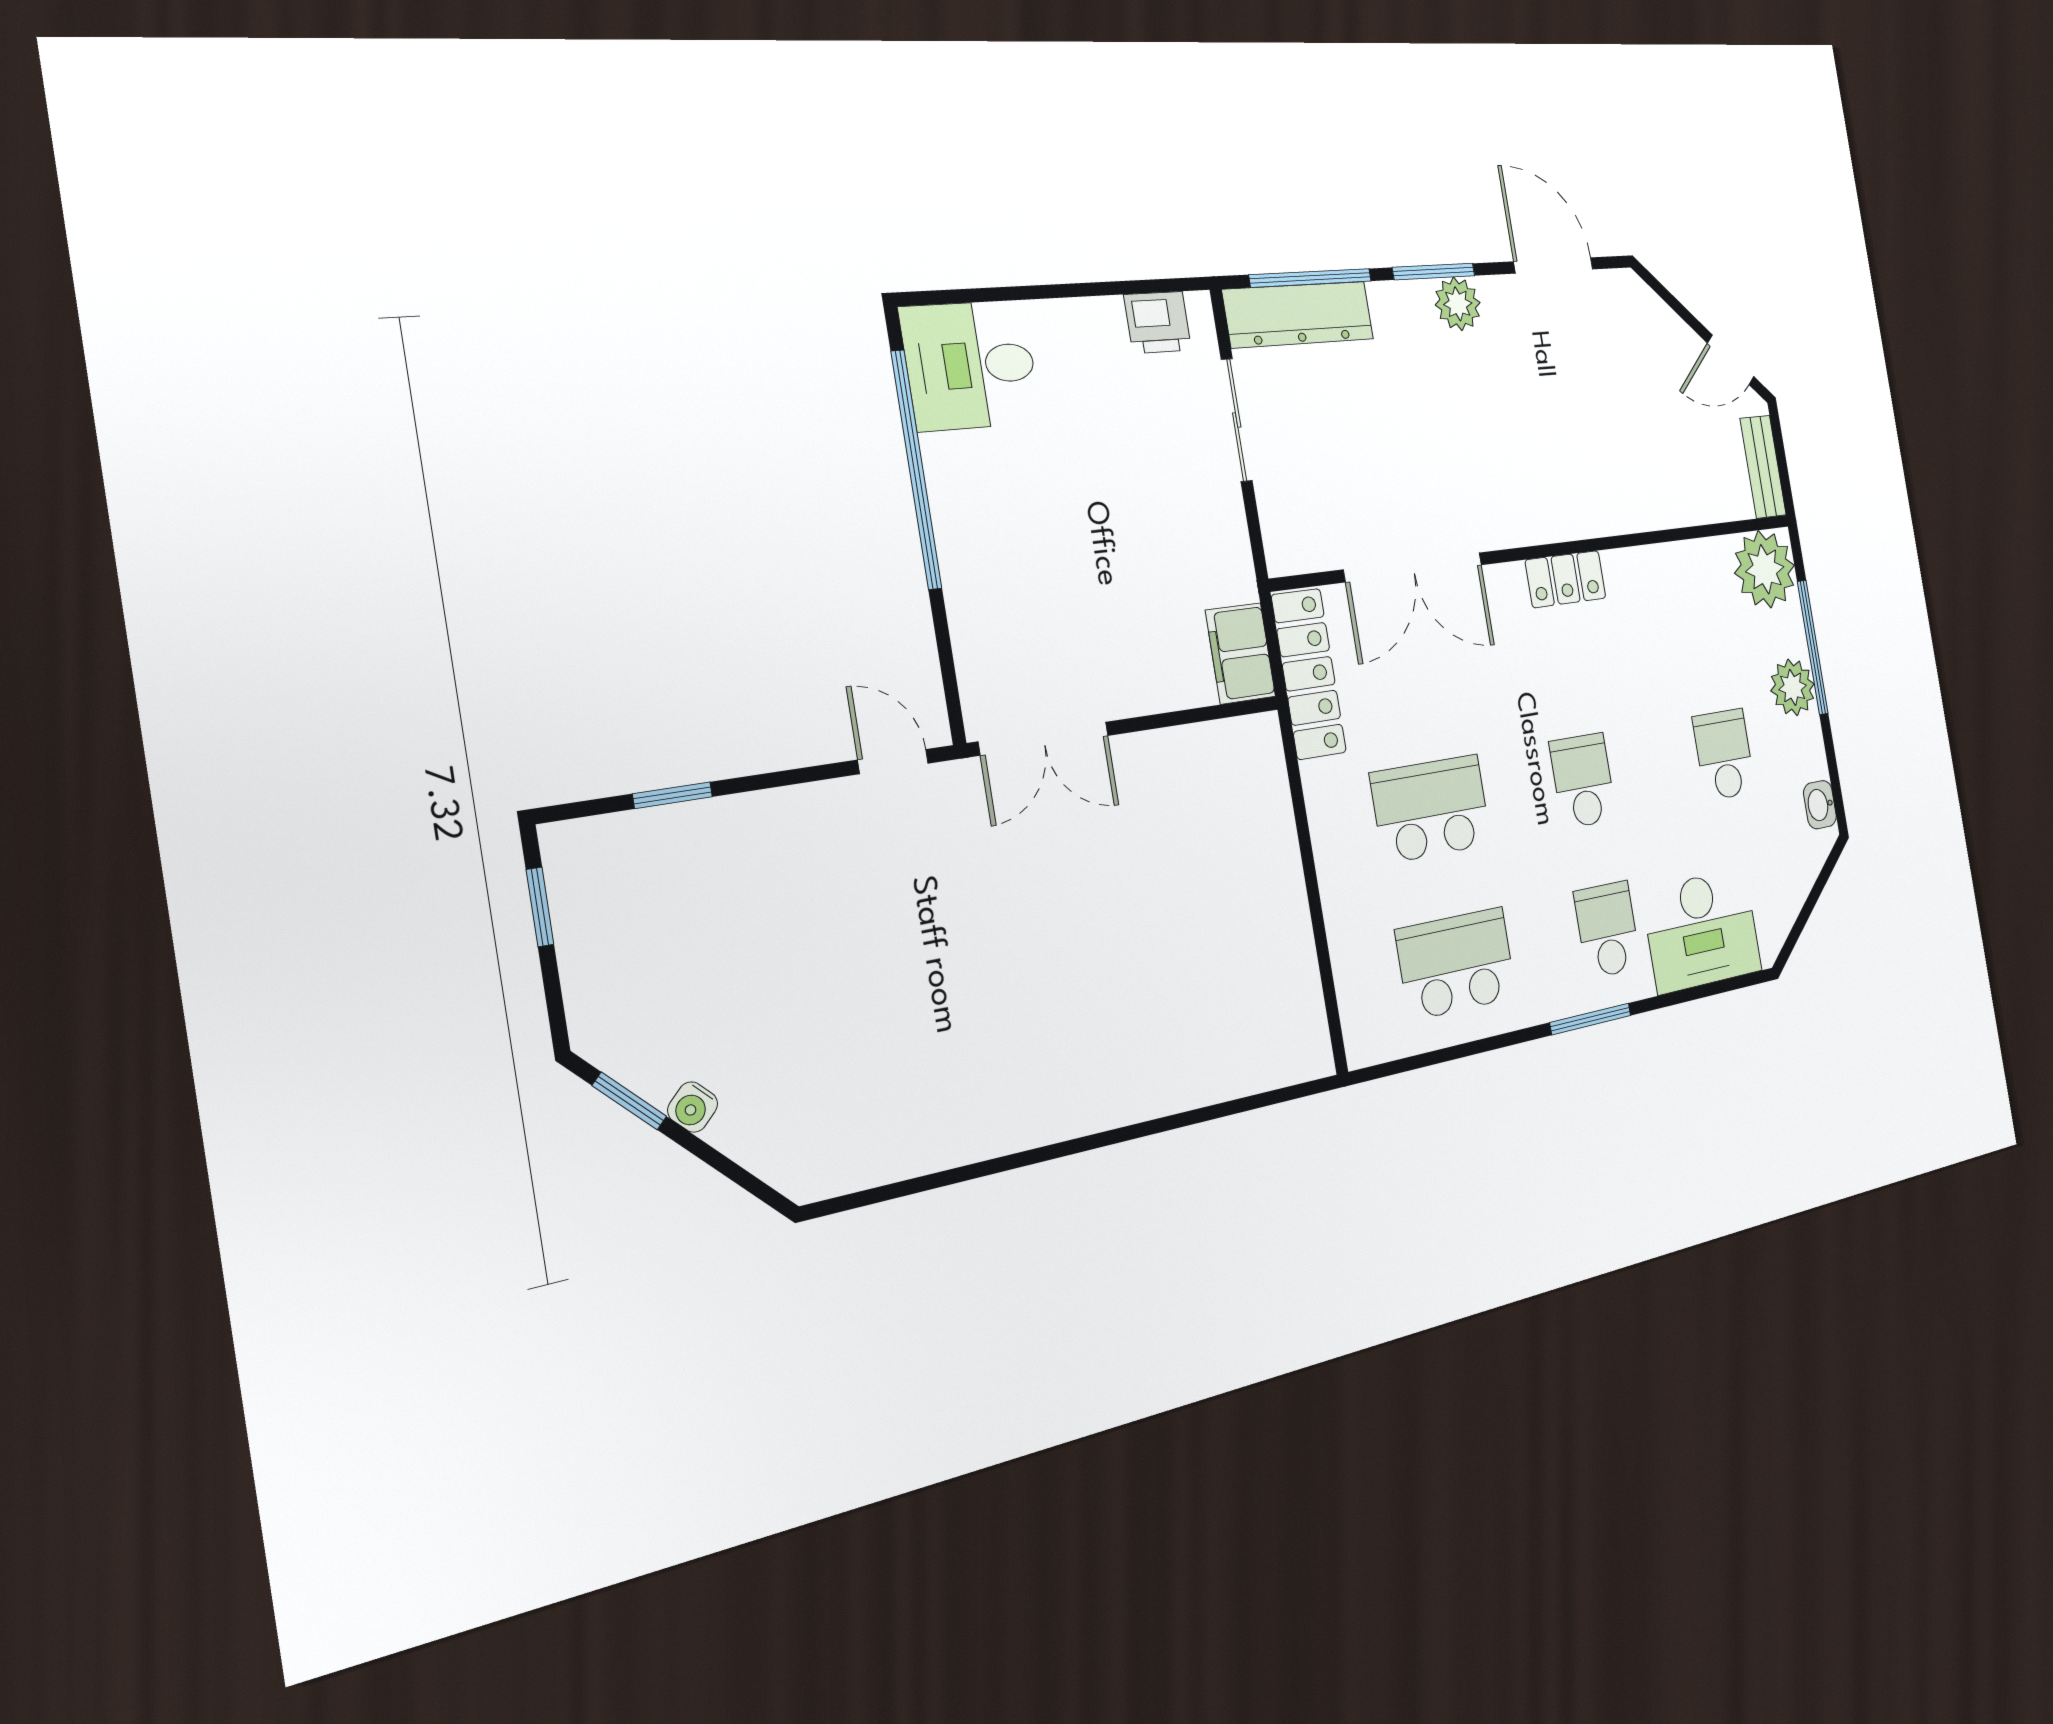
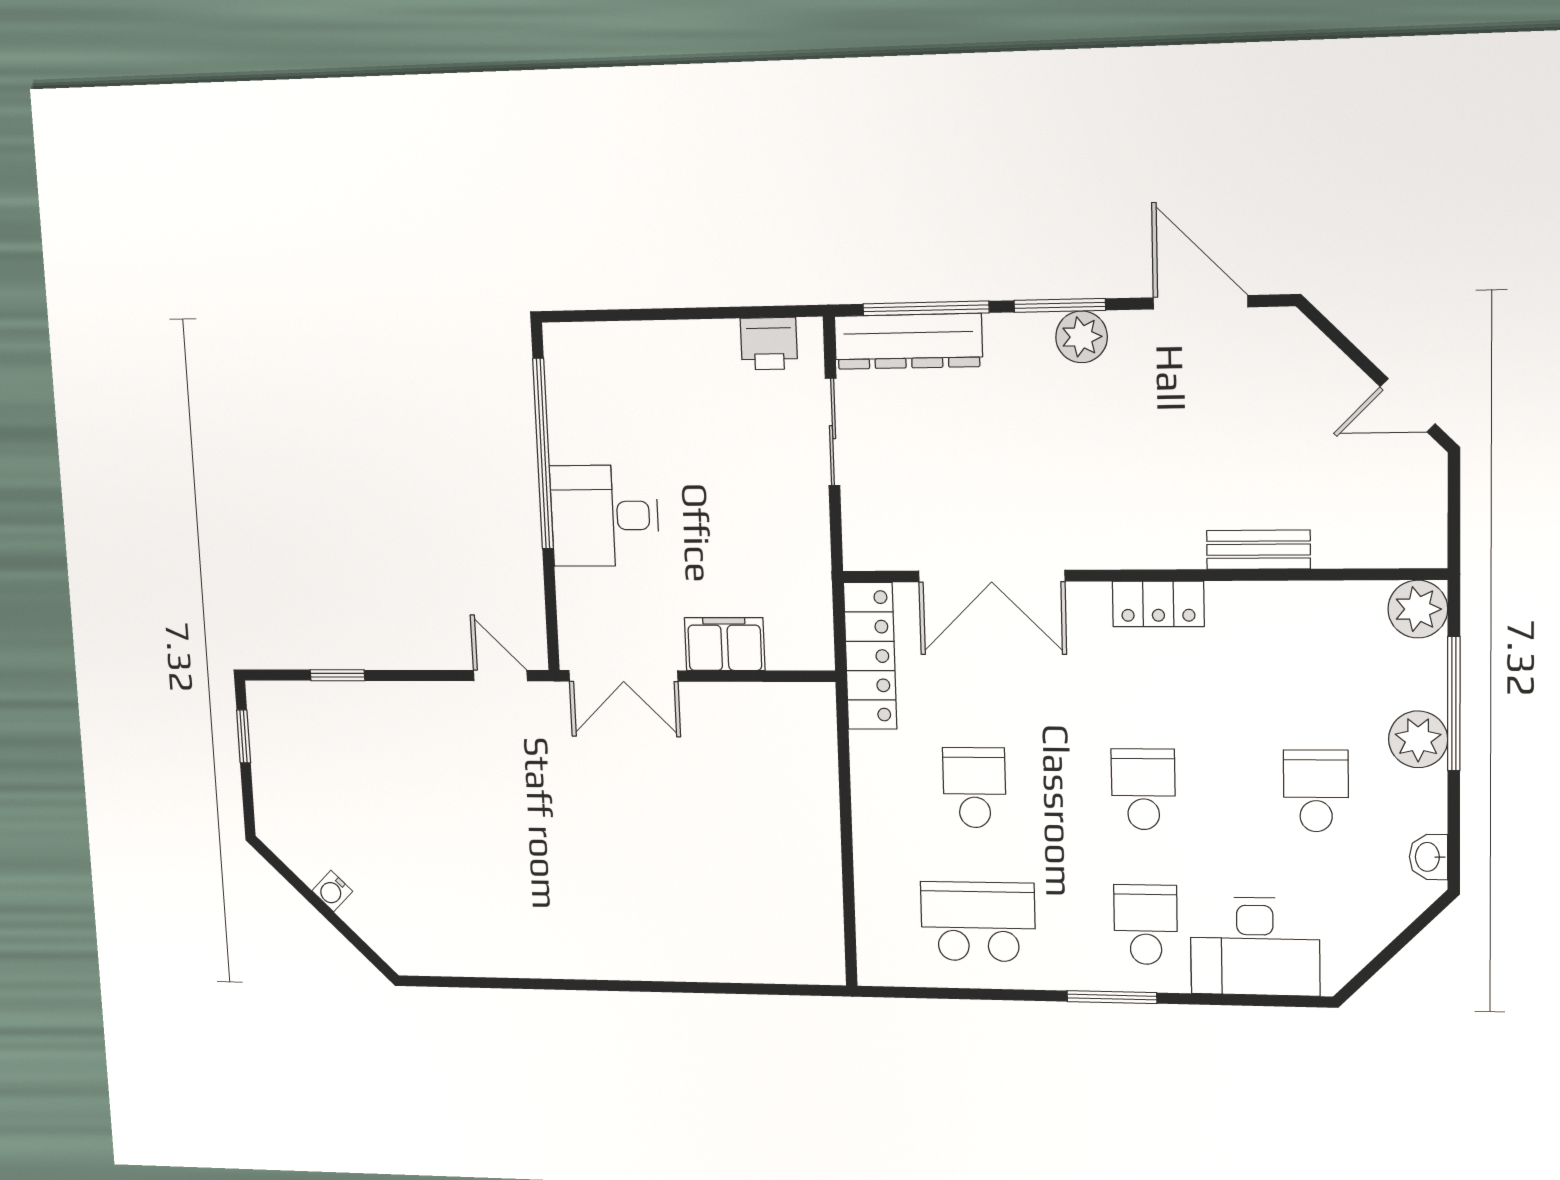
desk: (971, 365) -> (605, 516), moved
bench: (1763, 467) -> (1258, 550), moved, turned 90
plant: (1765, 569) -> (1418, 609), width x0.73, depth x0.73
filing cabinet: (1241, 653) -> (725, 644), moved, turned 90
school desk: (1431, 809) -> (974, 788), width x0.54
window: (629, 1101) -> (291, 877), removed

